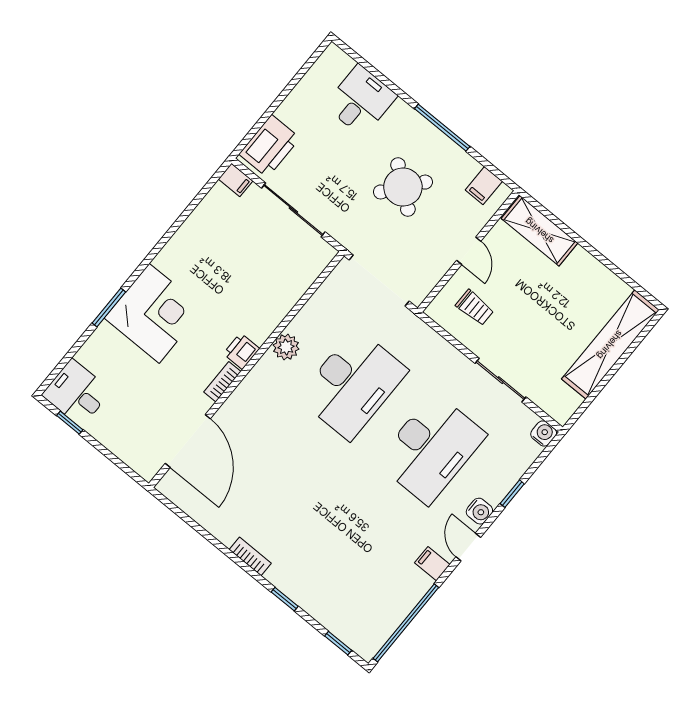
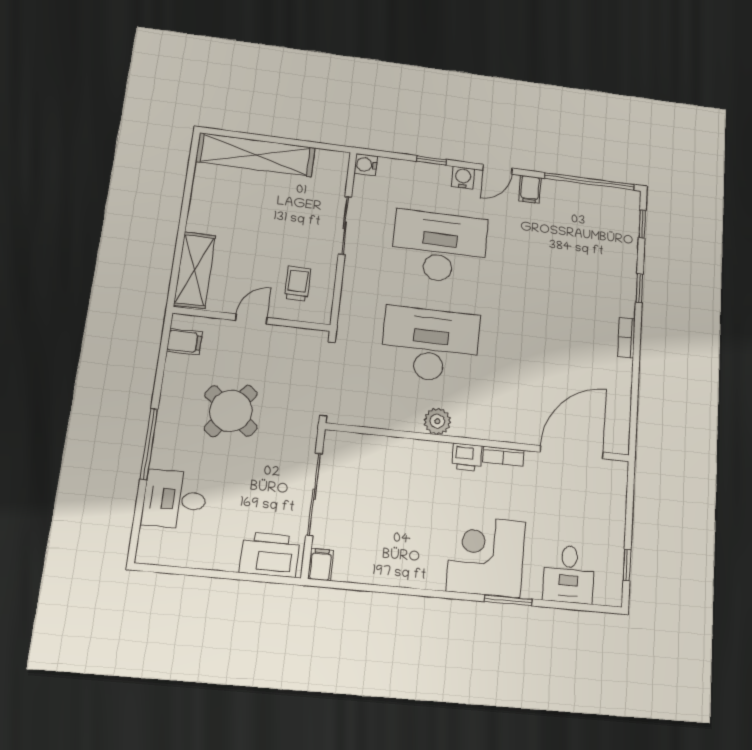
window: (442, 128) -> (149, 444), moved
desk: (77, 393) -> (569, 574), moved

